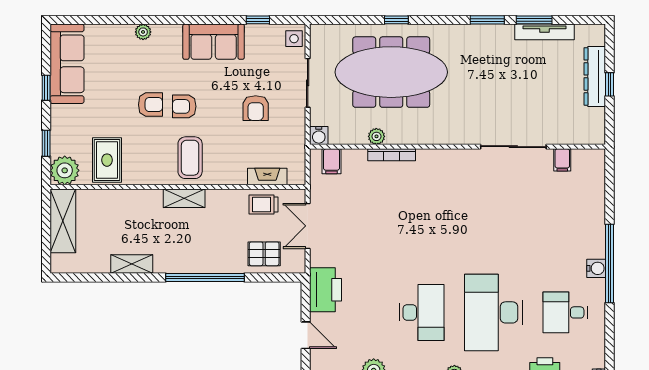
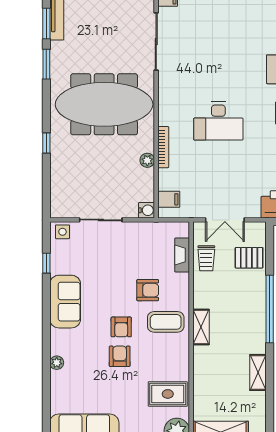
meeting table: (391, 72) -> (104, 104), moved, turned 90
armchair: (256, 108) -> (148, 290), moved
desk: (422, 218) -> (218, 121), added
pallet: (264, 254) -> (249, 258), turned 90

